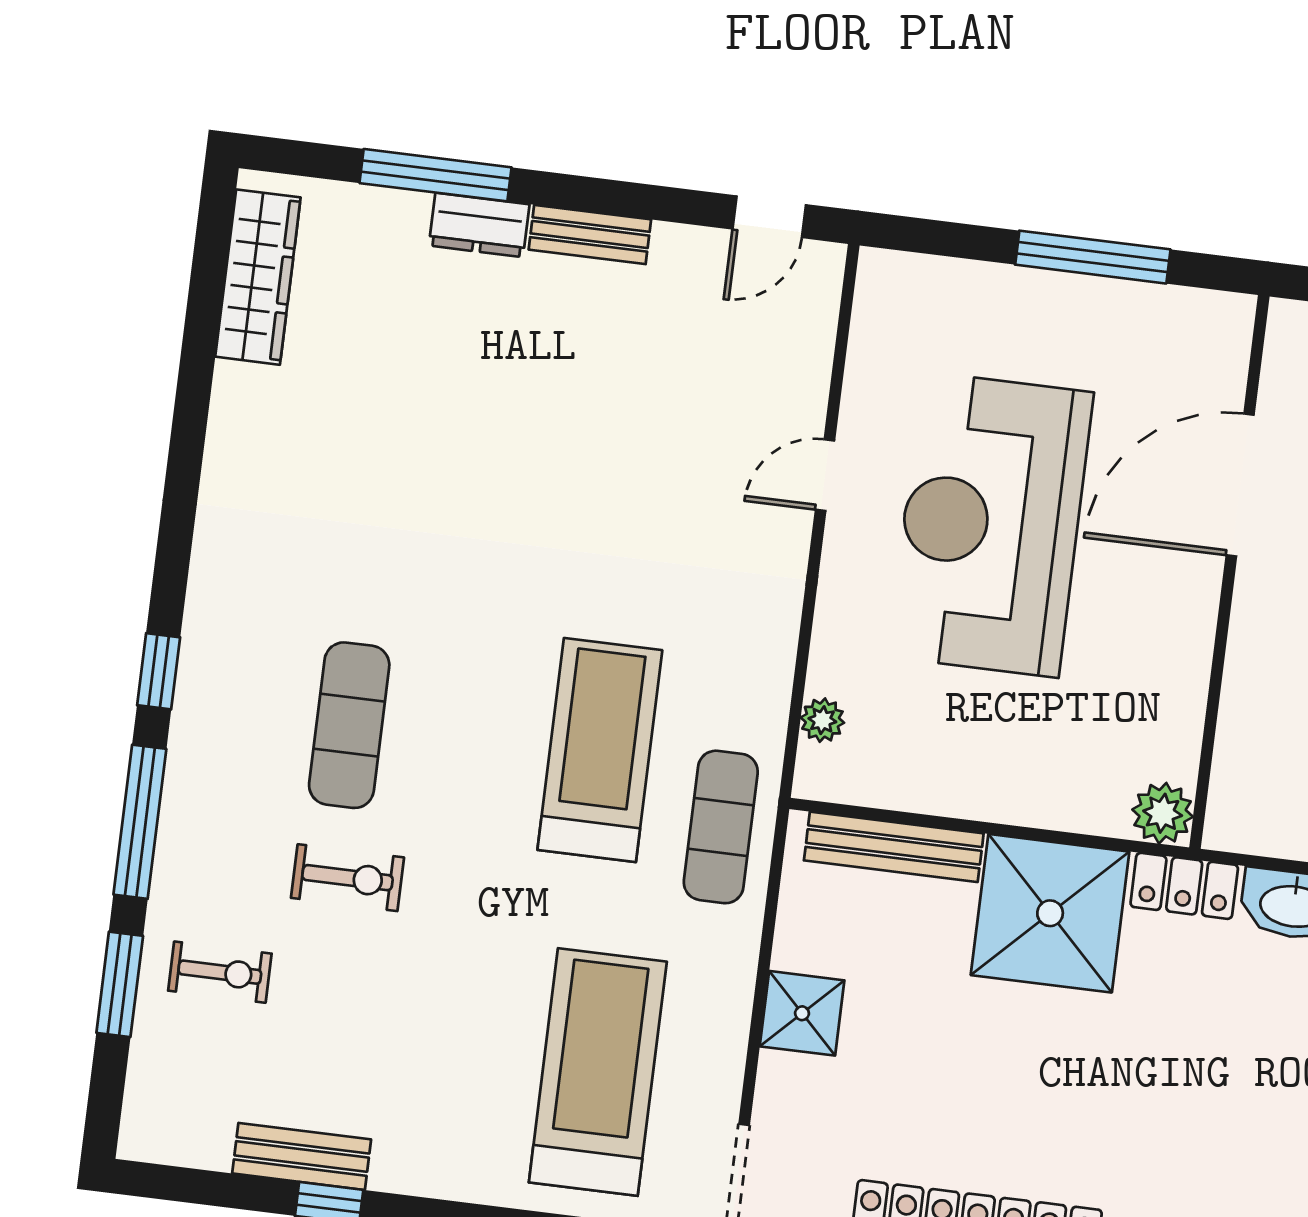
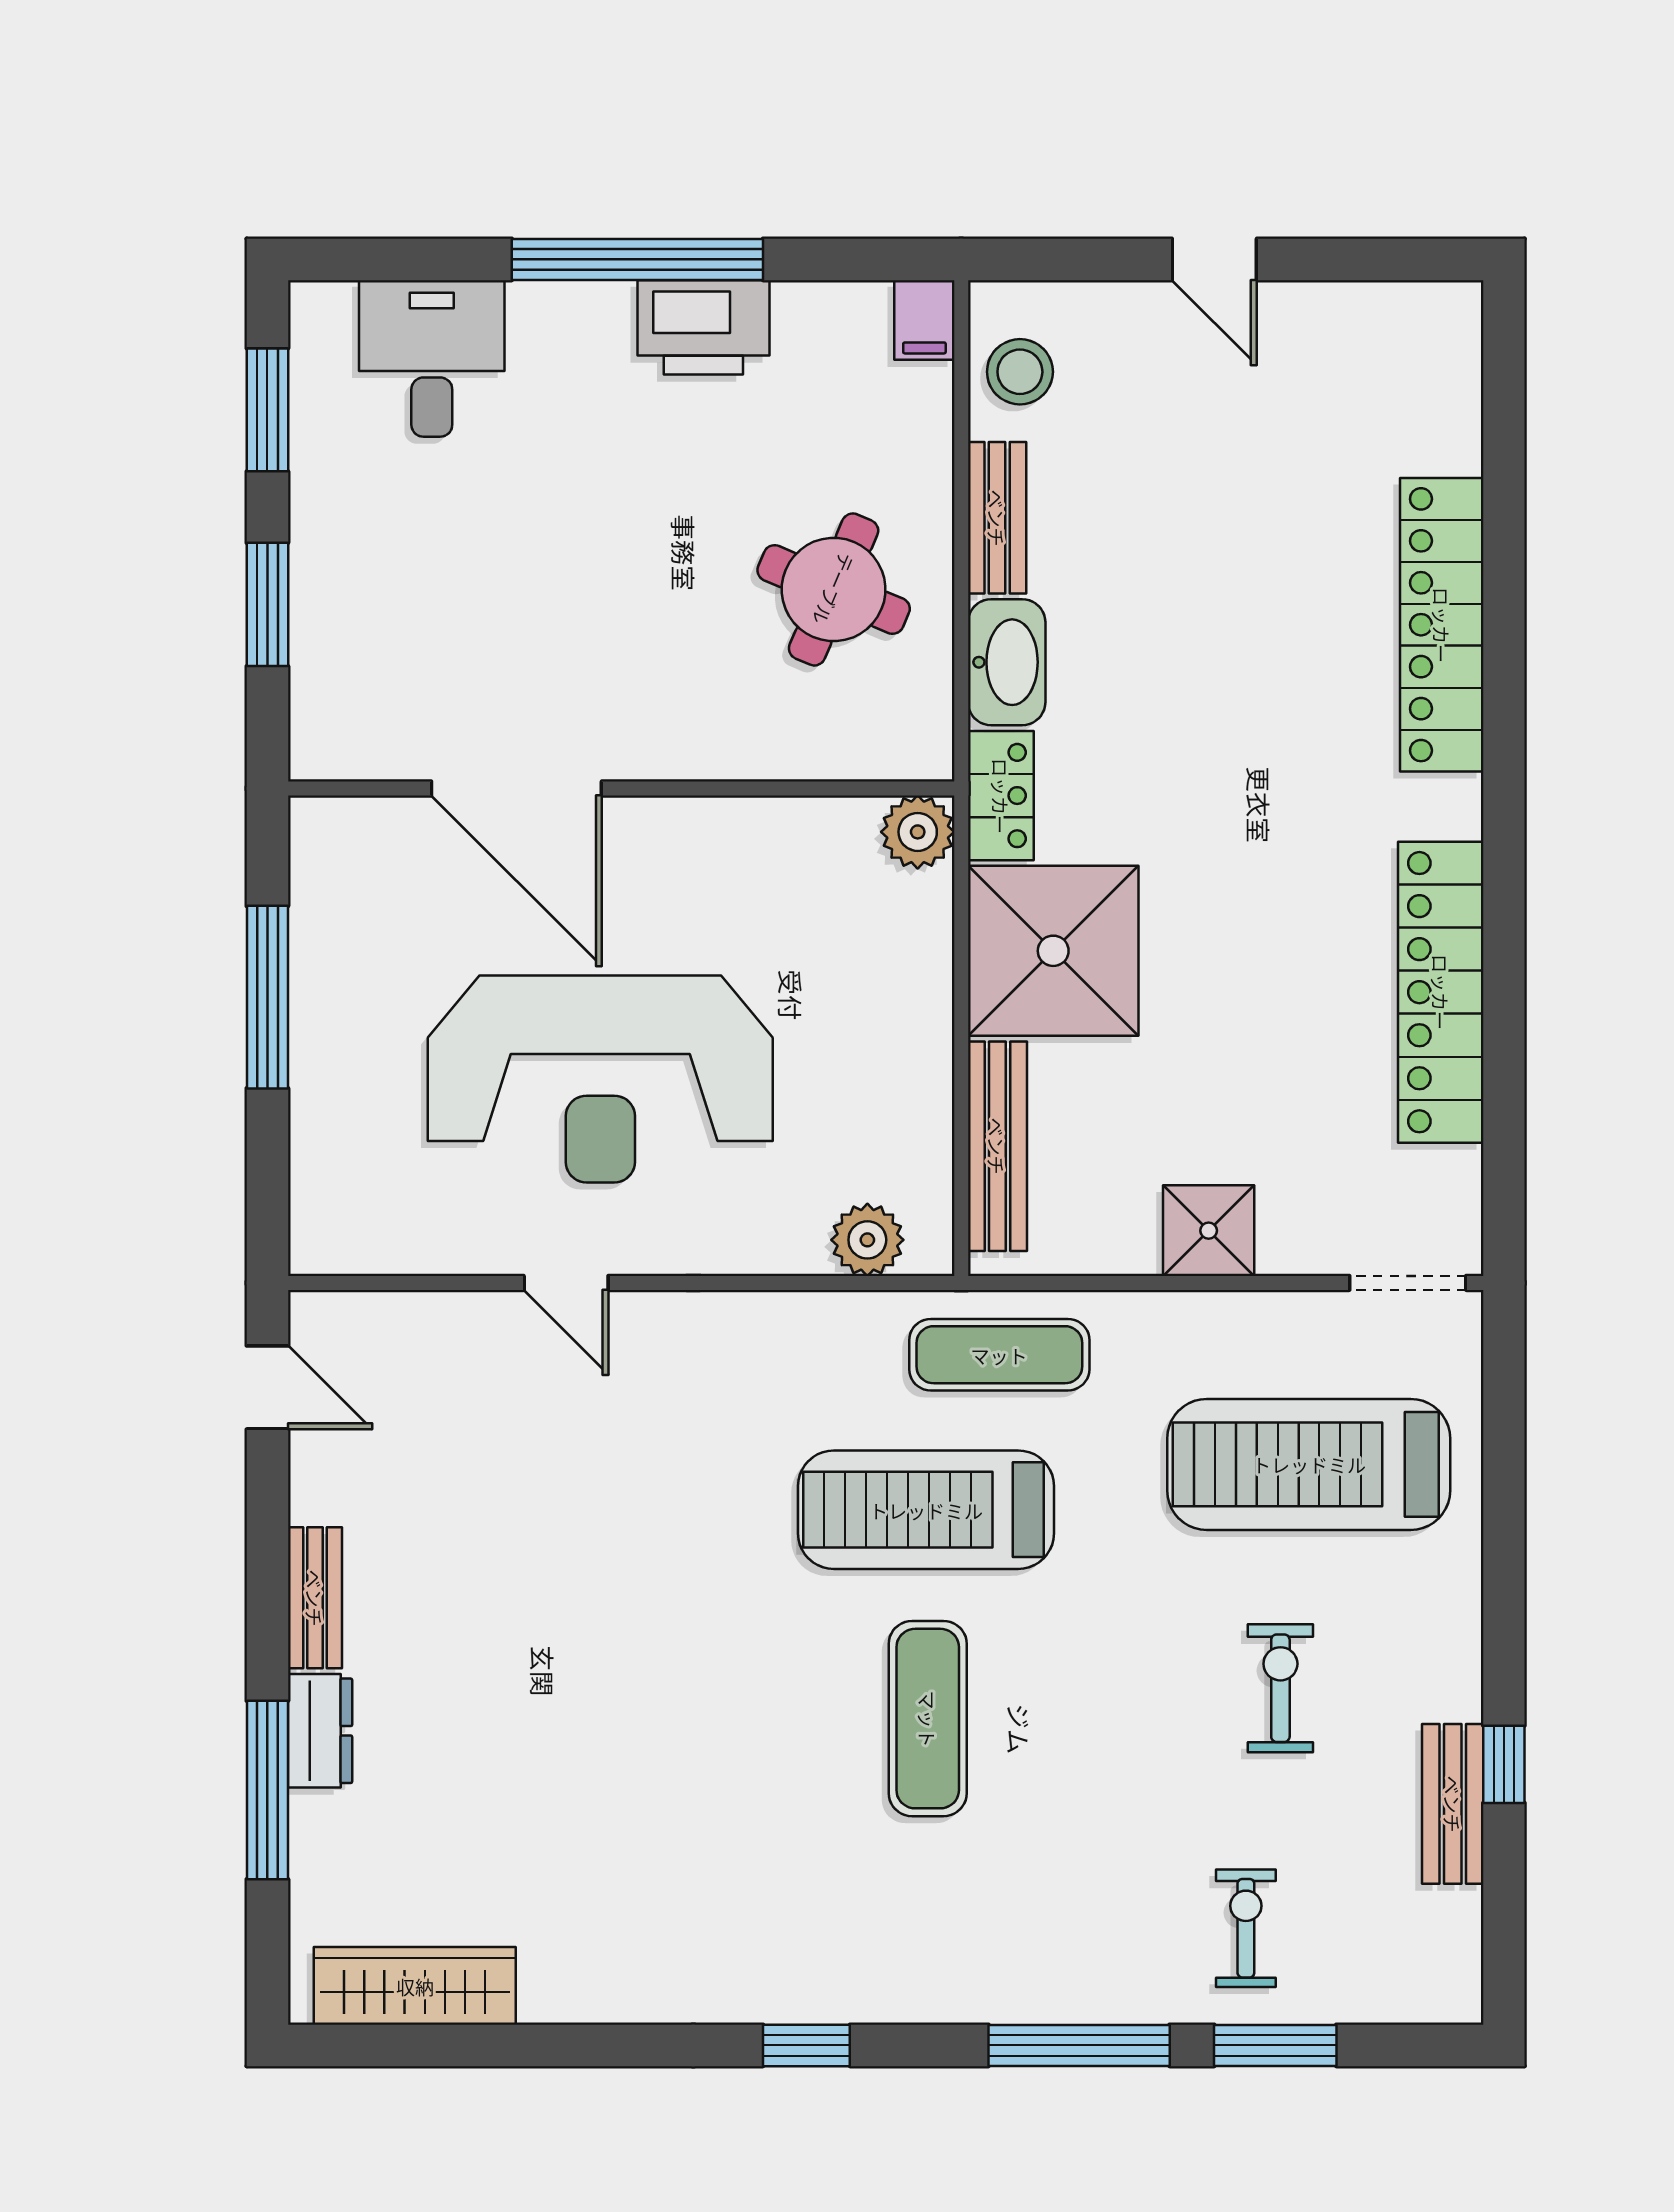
window: (159, 671) -> (806, 2045), moved
plant: (822, 720) -> (867, 1240), width x1.38, depth x1.38
exercise mat: (349, 725) -> (928, 1719), moved, turned 90
exercise bike: (348, 878) -> (1280, 1688), moved

